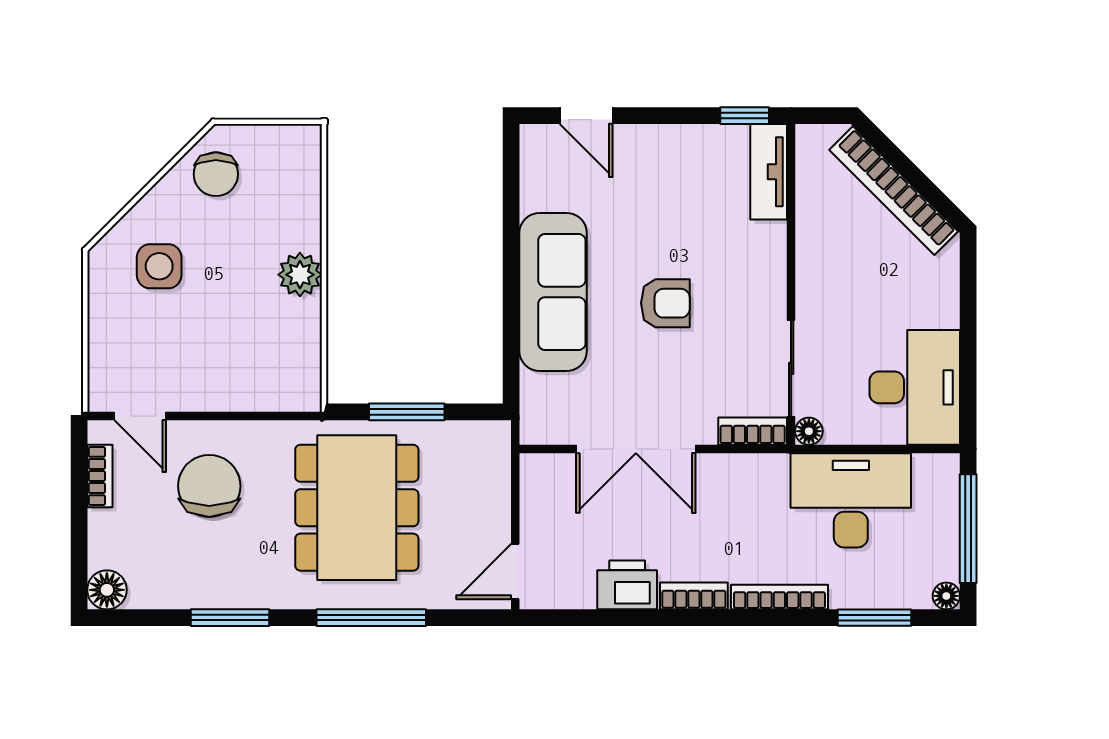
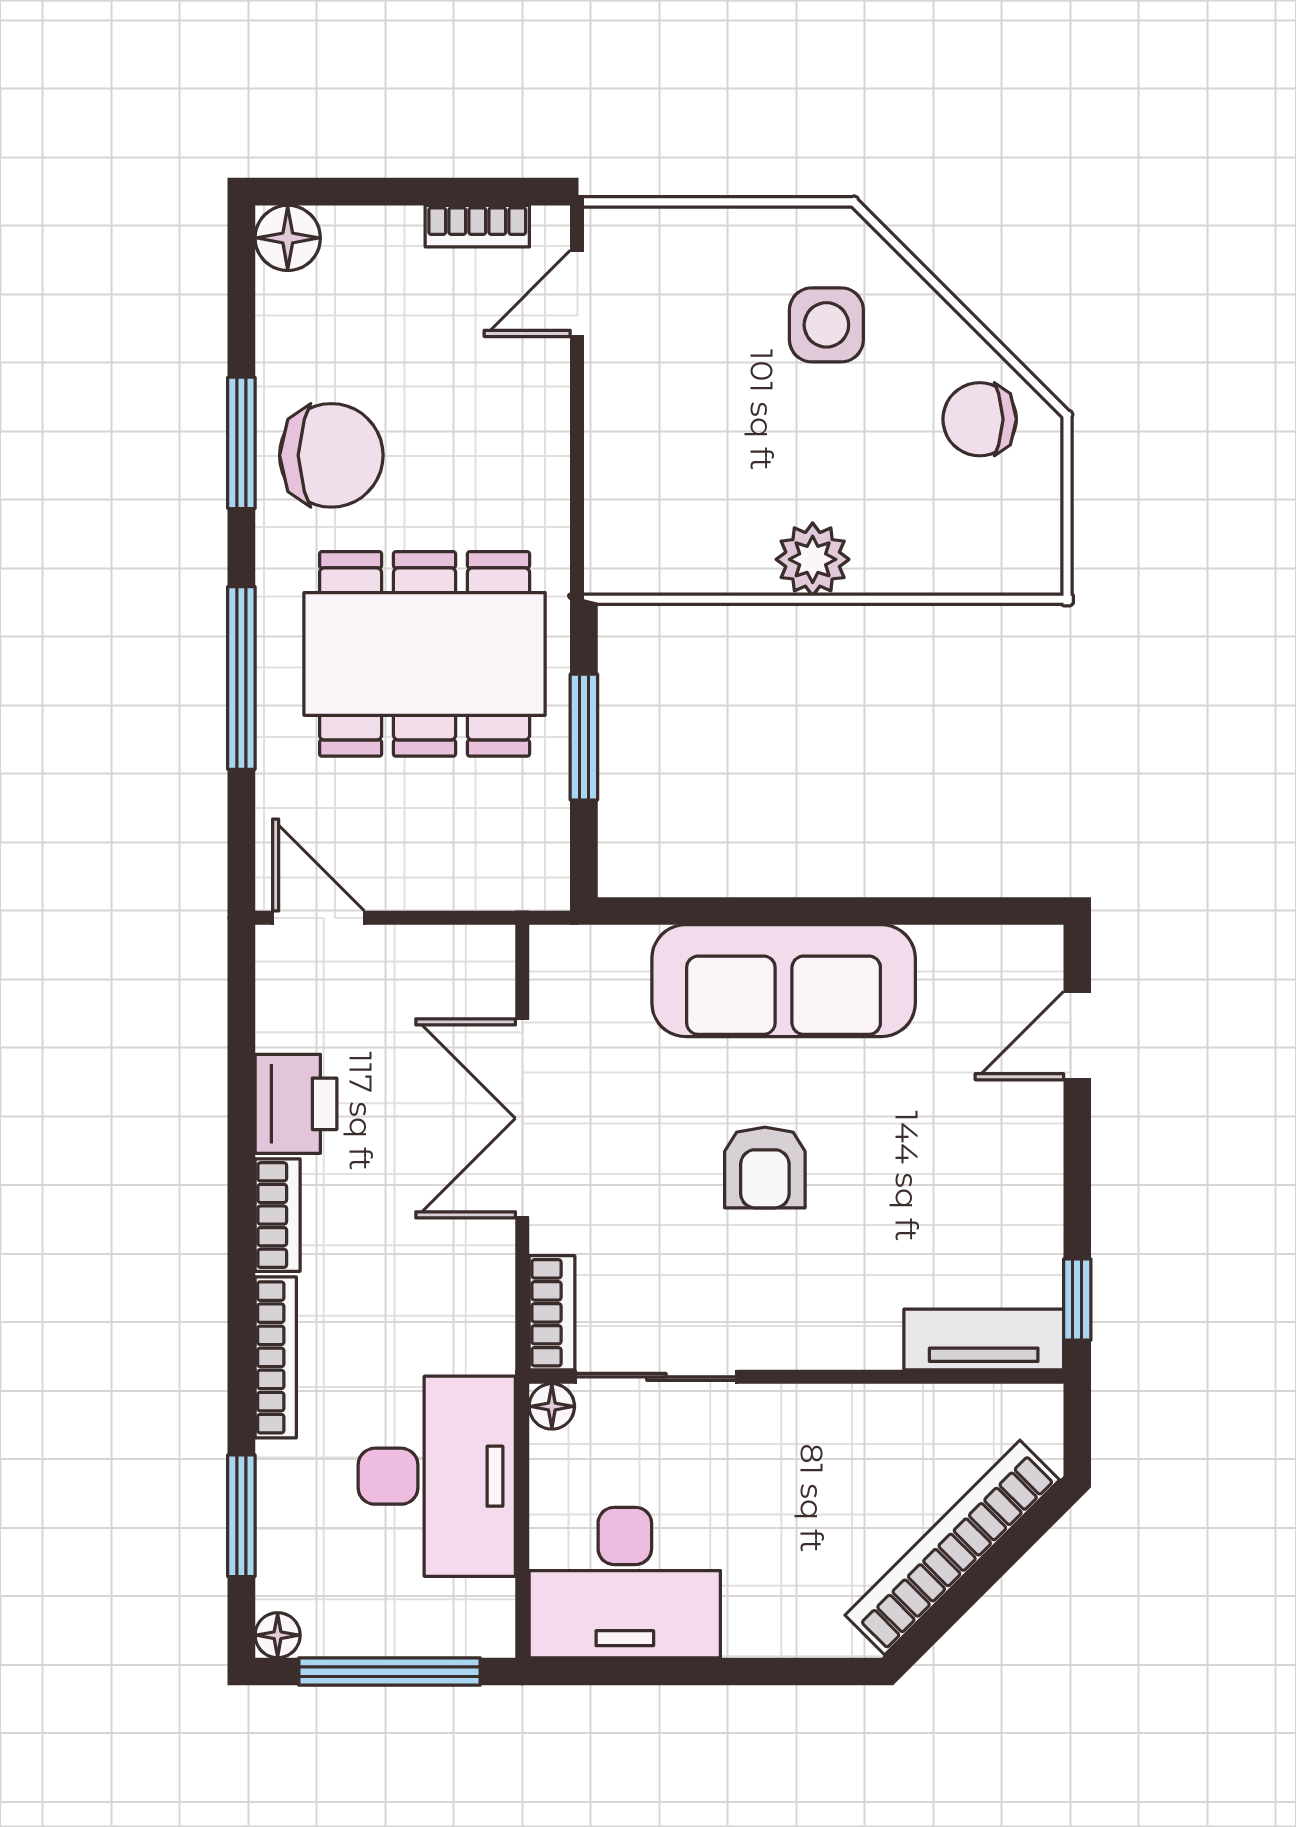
chair: (209, 486) -> (331, 455), moved

